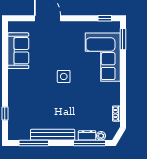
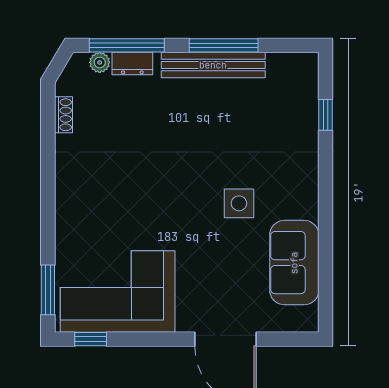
corner sofa: (103, 57) -> (118, 291), moved, turned -90
side table: (64, 76) -> (239, 203), moved
window: (34, 143) -> (224, 45), moved

